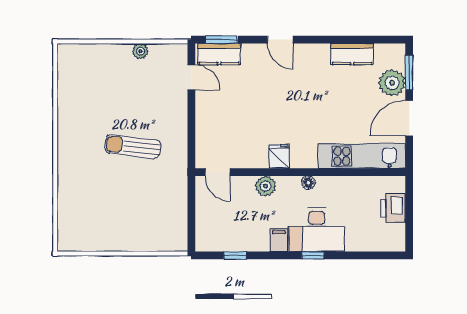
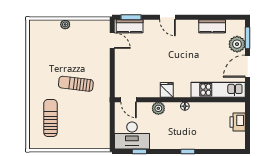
plant: (140, 51) -> (65, 24), moved
sun lounger: (92, 202) -> (50, 118), added
desk: (317, 230) -> (132, 135), moved
filing cabinet: (279, 240) -> (167, 142), removed

